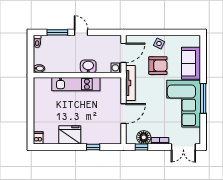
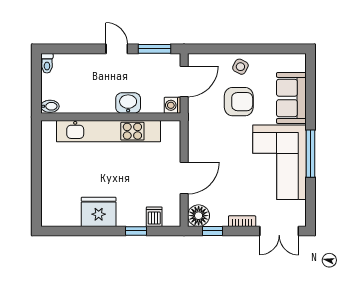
window: (57, 32) -> (155, 49), moved
tv unit: (130, 83) -> (195, 129), removed
kitchen unit: (76, 84) -> (108, 131), width x1.36
floor lamp: (144, 137) -> (199, 216), moved
dishwasher: (38, 138) -> (154, 217), moved

